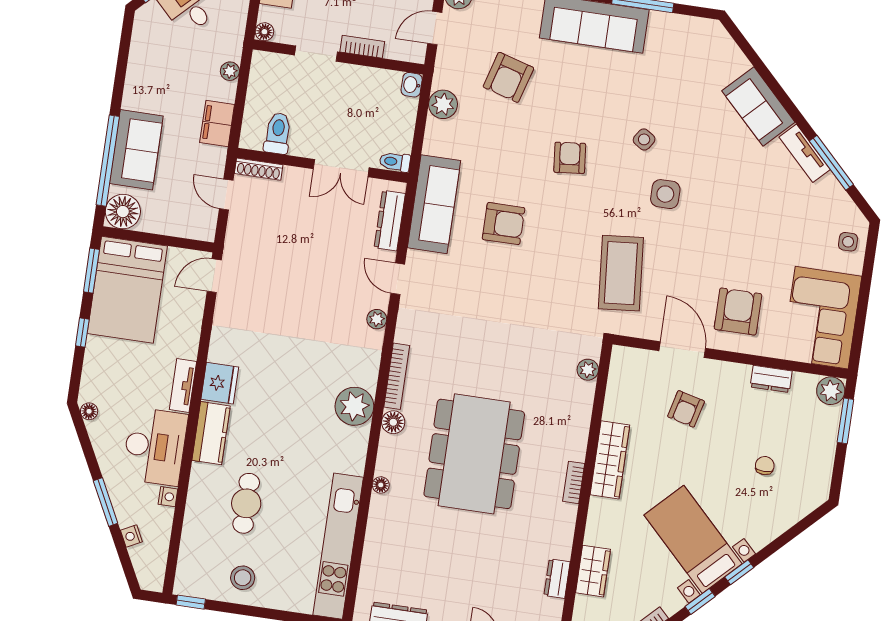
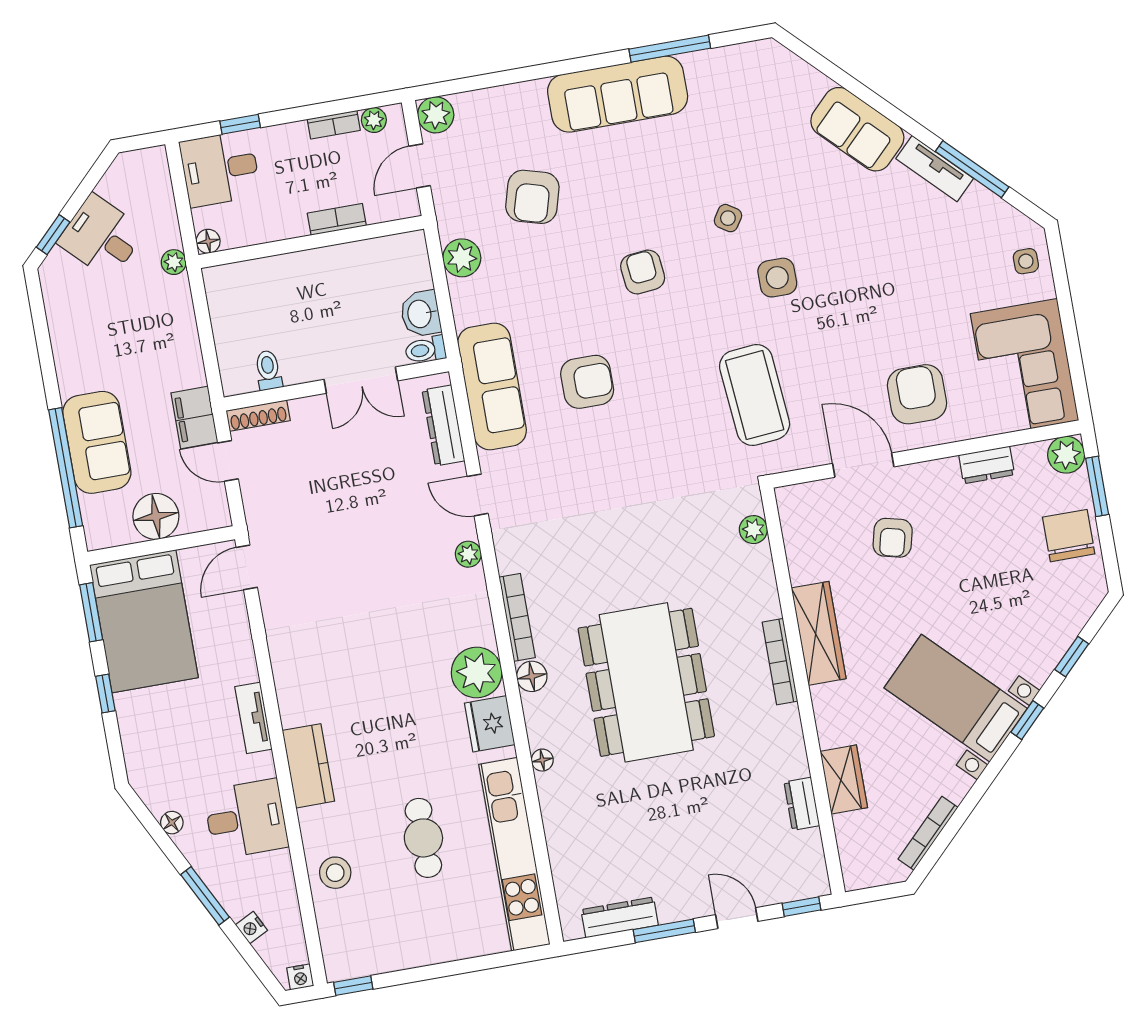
doorway: (316, 54) -> (282, 247), removed
plant: (230, 71) -> (174, 262), moved
washbasin: (412, 85) -> (420, 314), moved, width x1.38, depth x1.45
filing cabinet: (217, 124) -> (194, 417), moved
toilet: (278, 133) -> (268, 370), width x0.73, depth x0.72
floor lamp: (123, 212) -> (156, 516), moved
fridge: (220, 383) -> (490, 724), moved, turned 180
floor lamp: (89, 411) -> (172, 823), moved
desk: (155, 447) -> (246, 819), width x0.73
chair: (765, 466) -> (1069, 536), moved, width x1.87, depth x1.87
bookcase: (574, 482) -> (780, 662), width x1.56
nightstand: (168, 497) -> (300, 977), moved, turned 90
cafe table: (246, 503) -> (423, 838), moved
stool: (243, 578) -> (335, 873), moved
window: (700, 601) -> (1072, 657), moved

